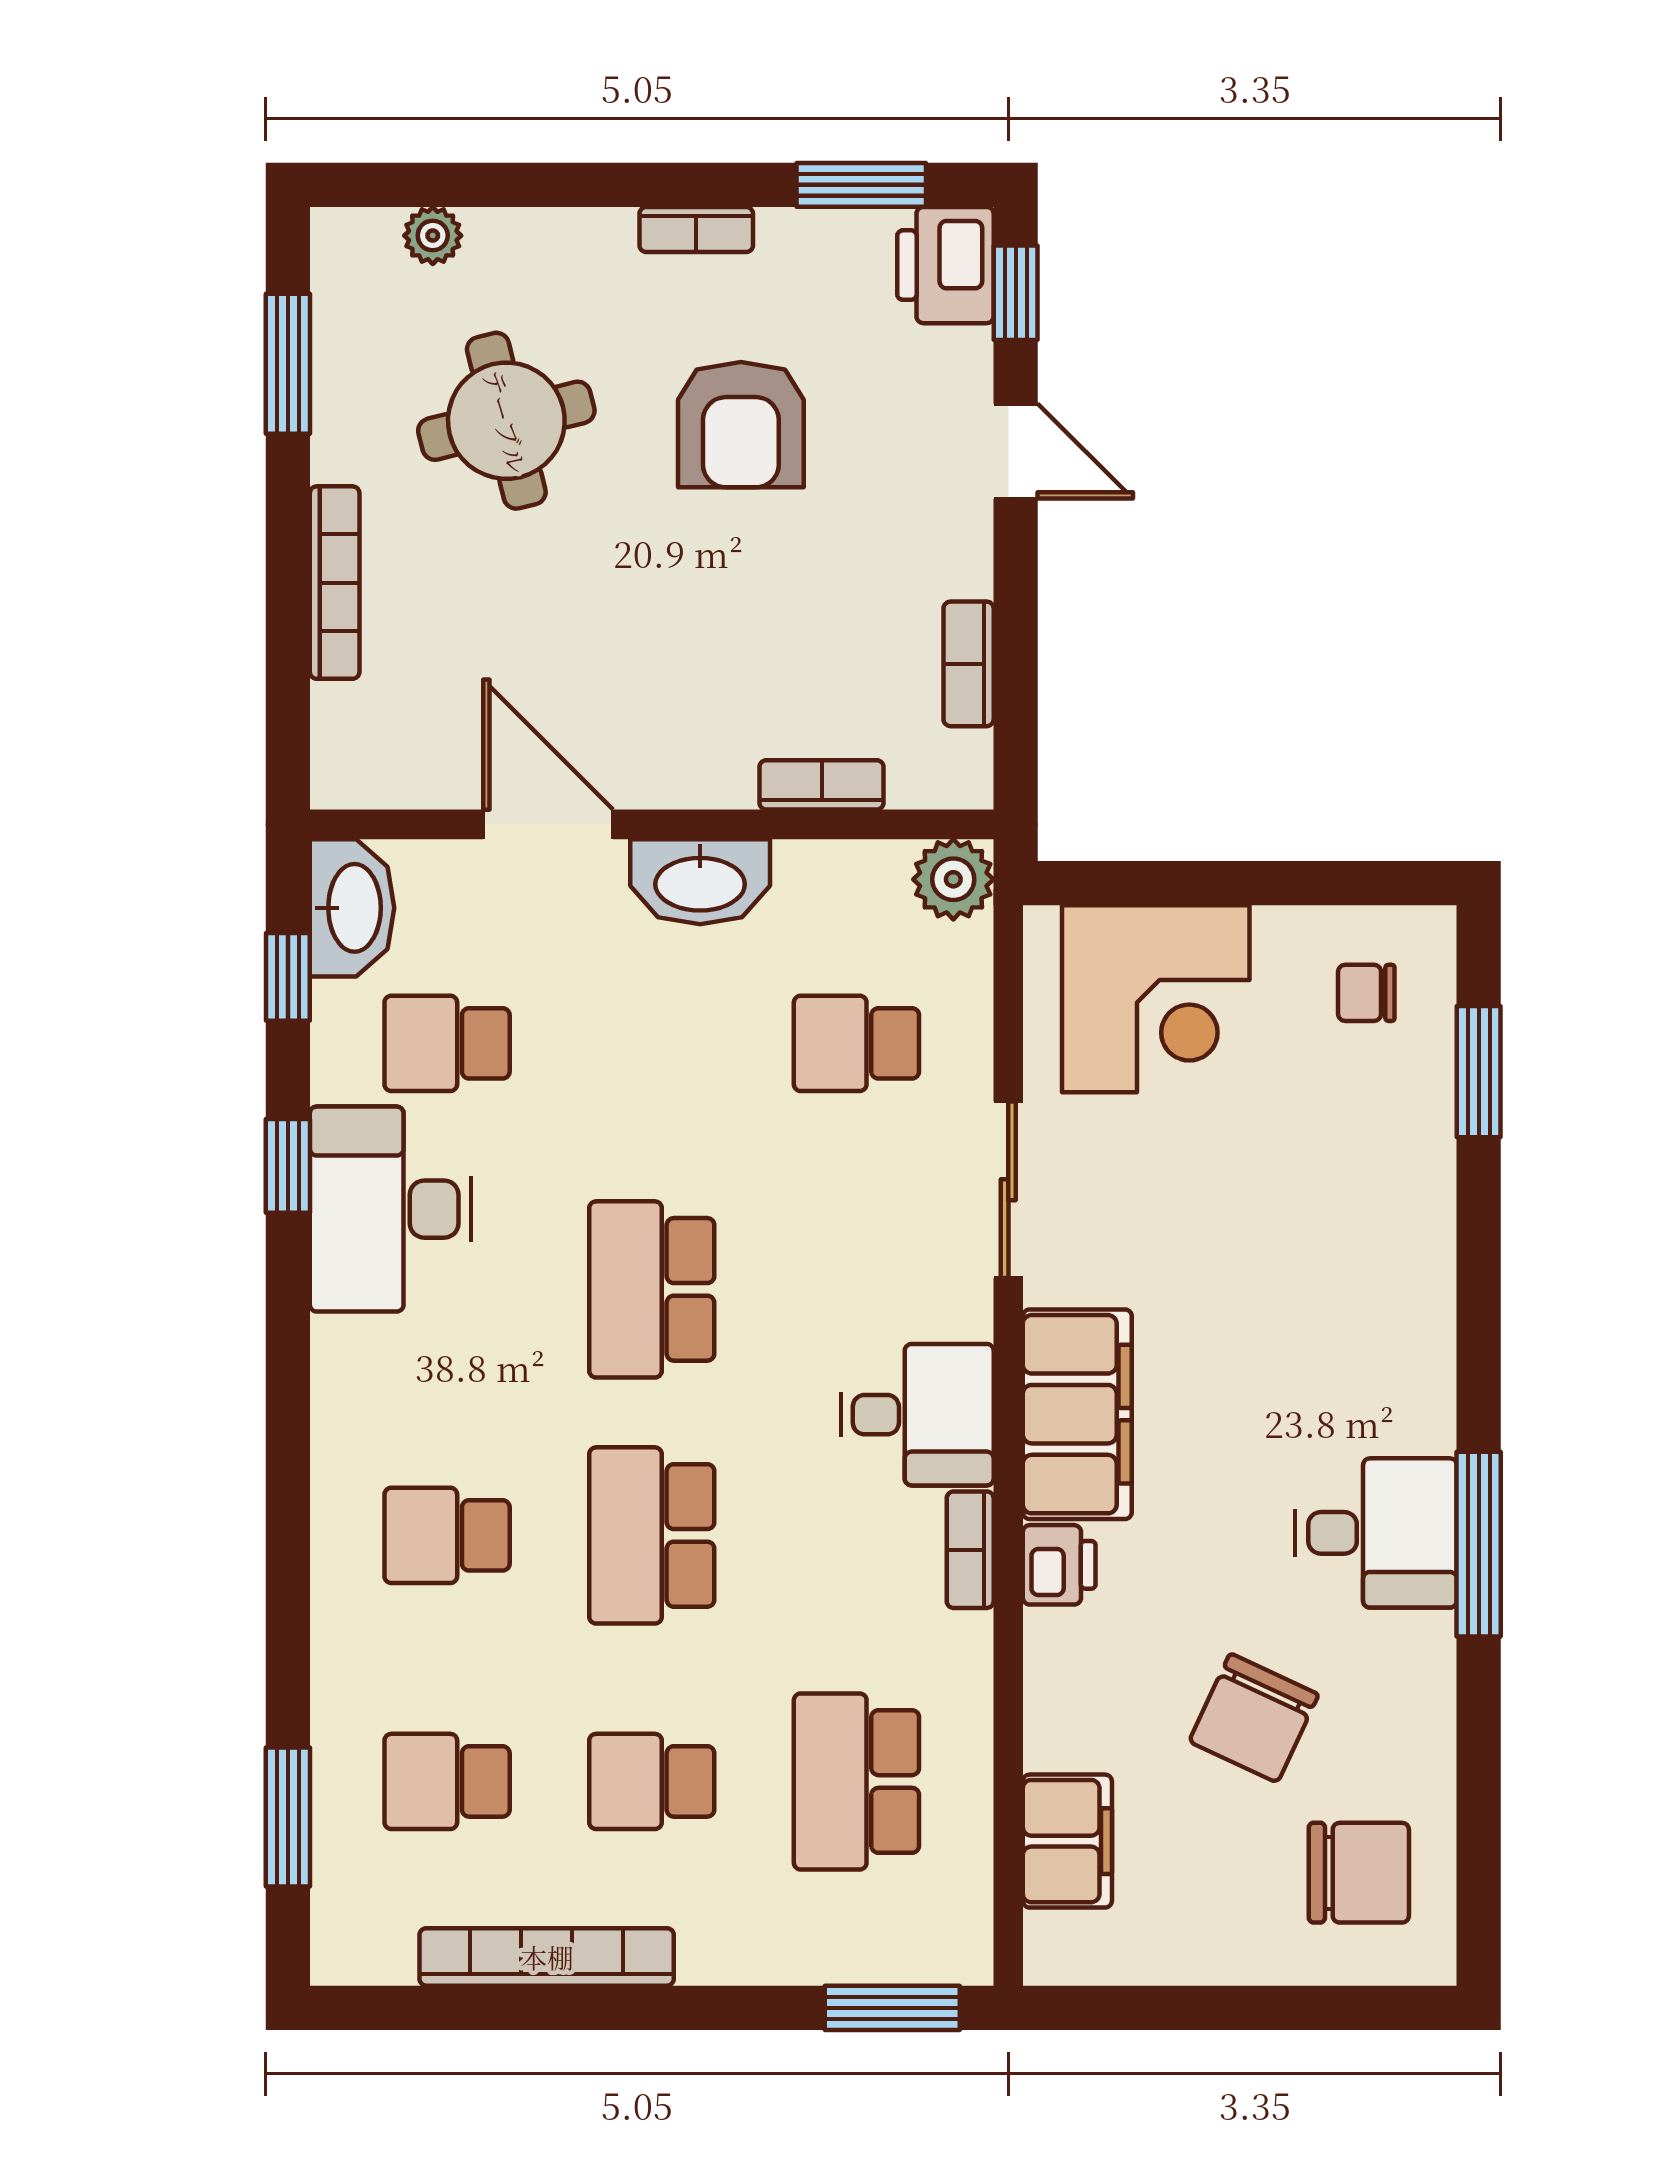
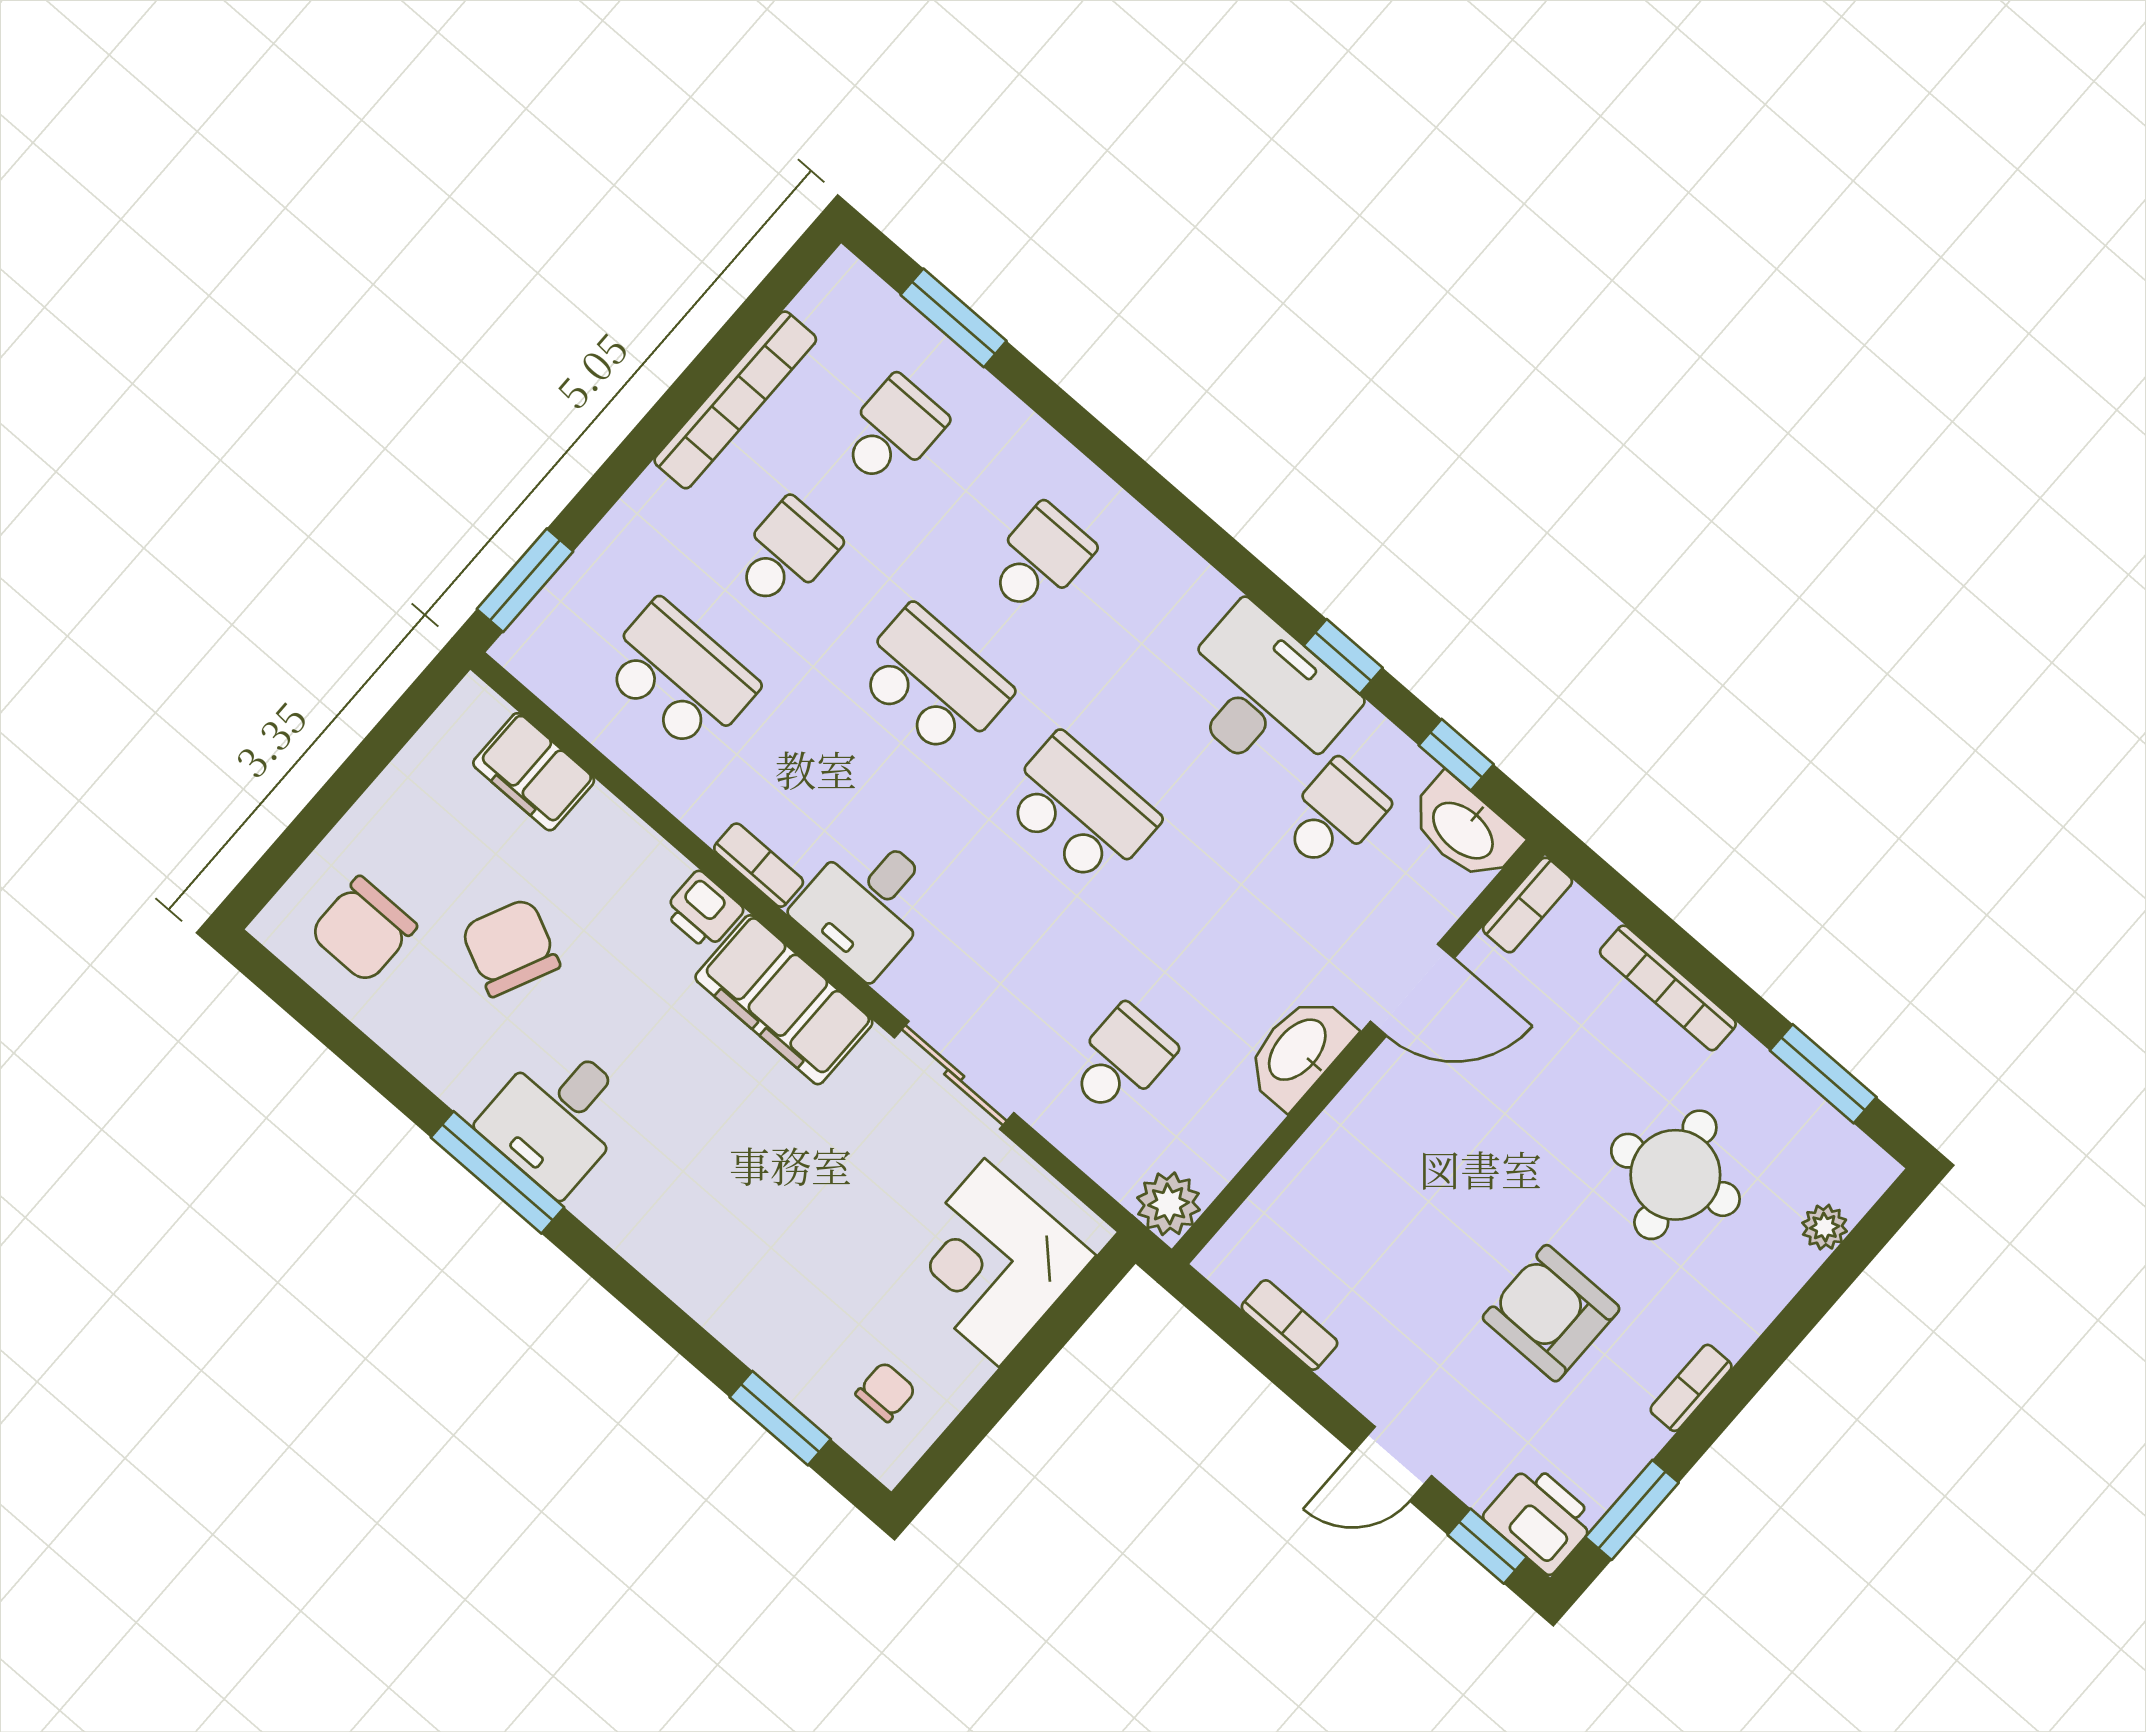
bookcase: (822, 785) -> (1527, 905), moved

